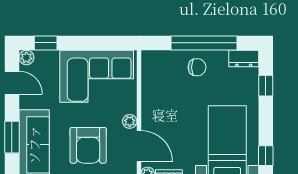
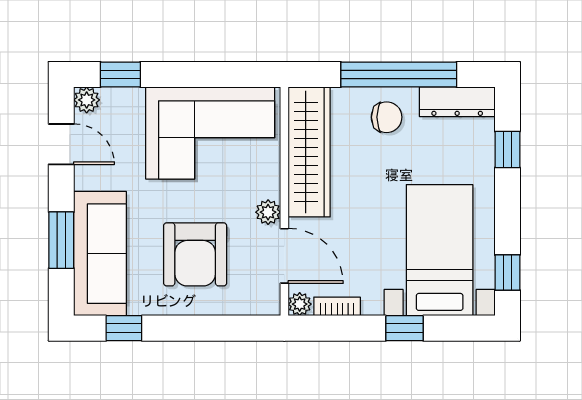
dresser: (244, 58) -> (457, 102), width x1.44
wardrobe: (153, 87) -> (309, 152), added

